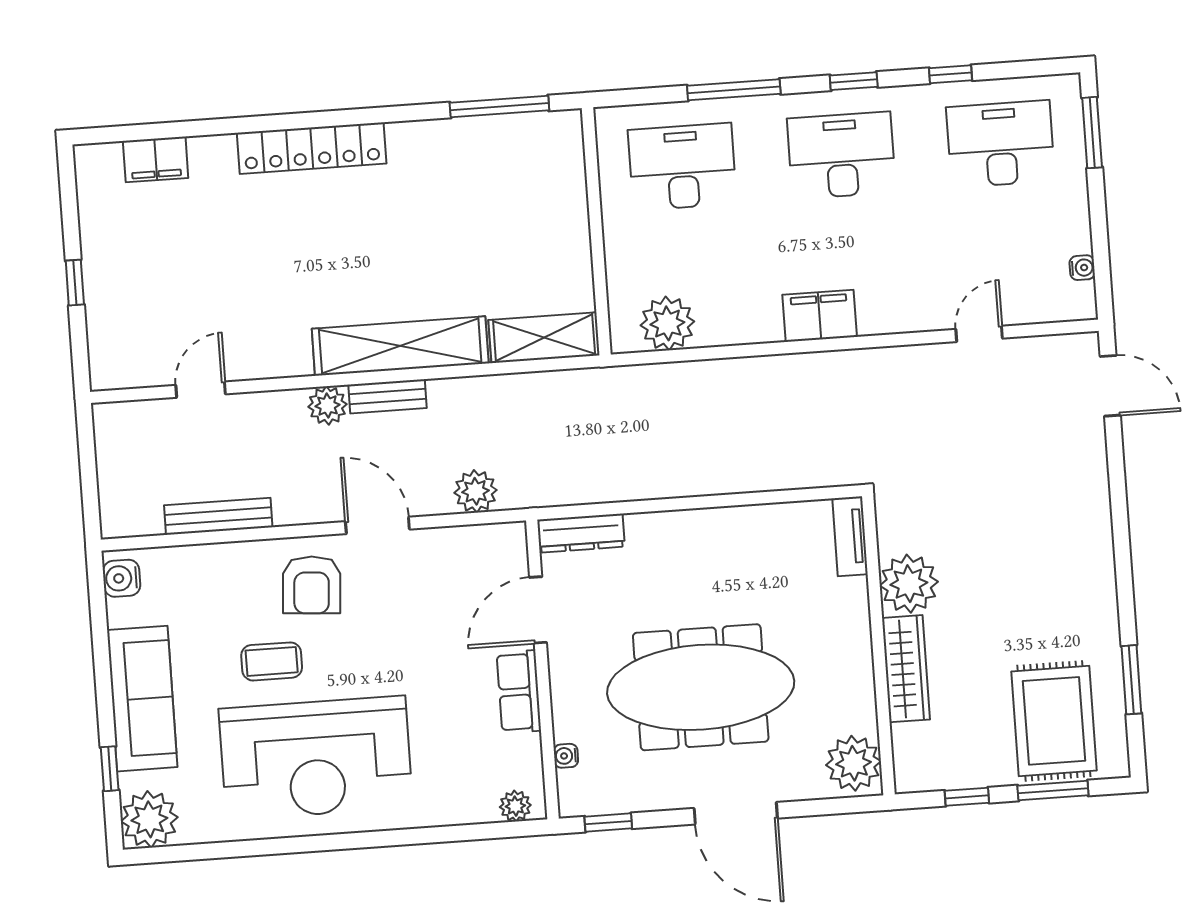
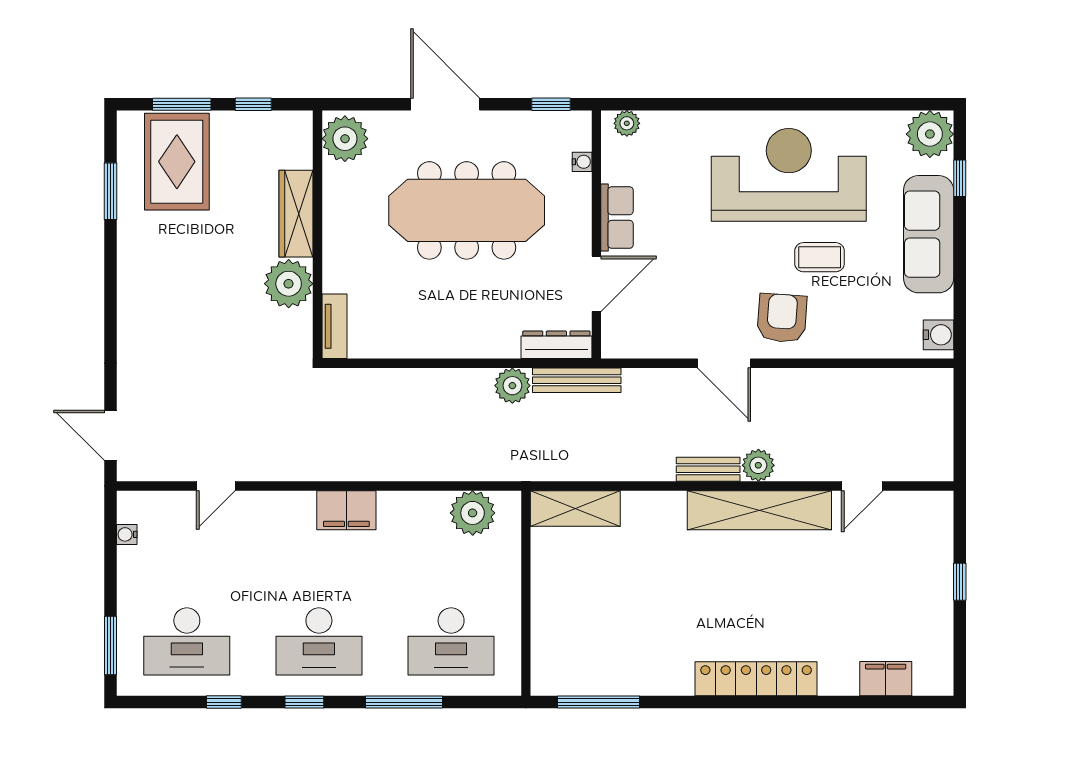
shelving: (400, 346) -> (759, 510), moved
plant: (476, 491) -> (512, 386), moved
bench: (218, 516) -> (577, 380), moved

